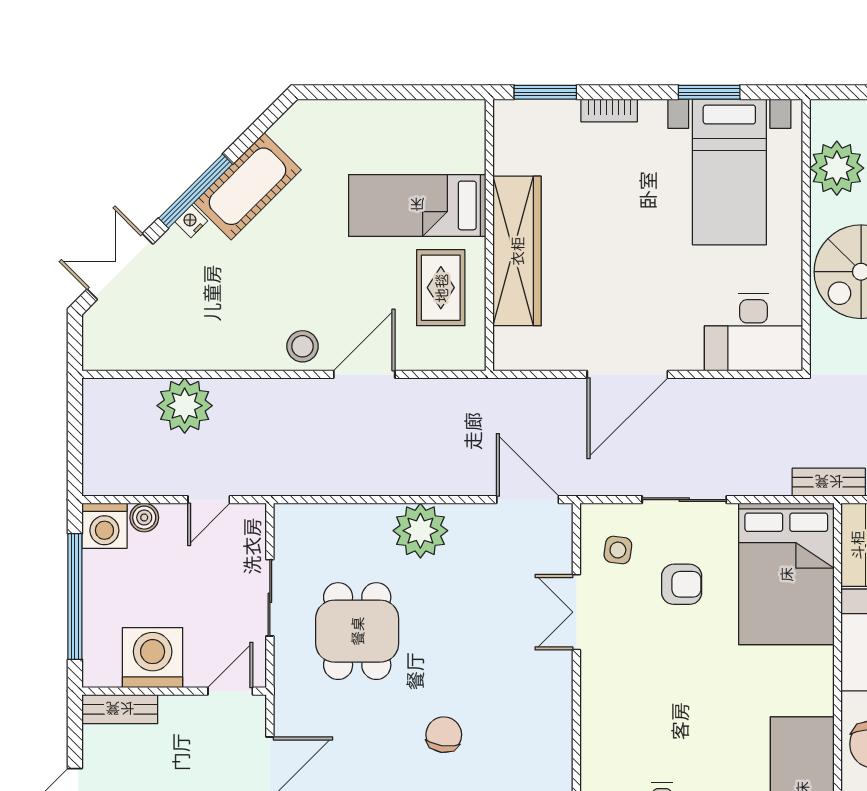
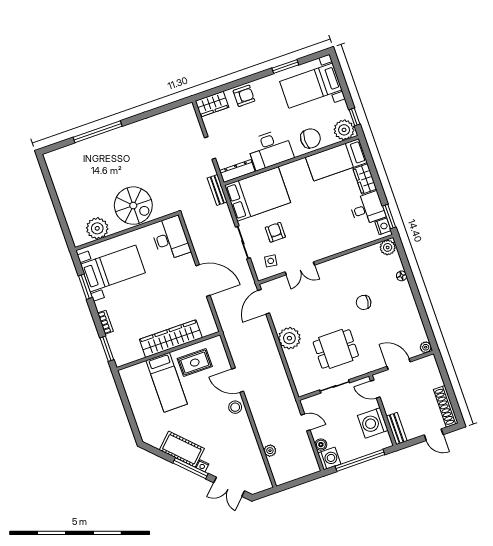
plant: (185, 406) -> (270, 451), width x0.53, depth x0.53

